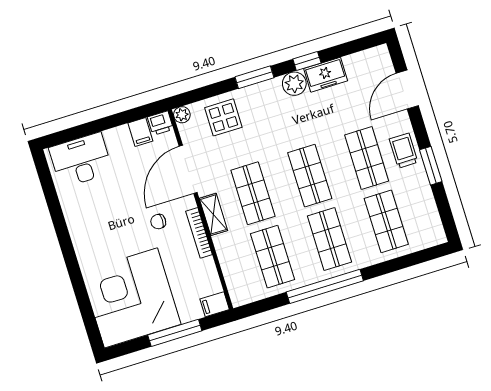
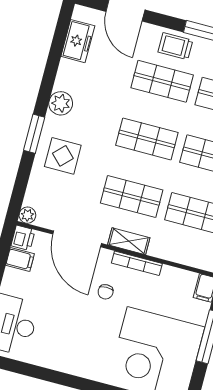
window: (307, 61) -> (48, 81), removed
freezer: (326, 75) -> (78, 41), moved
display table: (223, 117) -> (63, 156), moved

